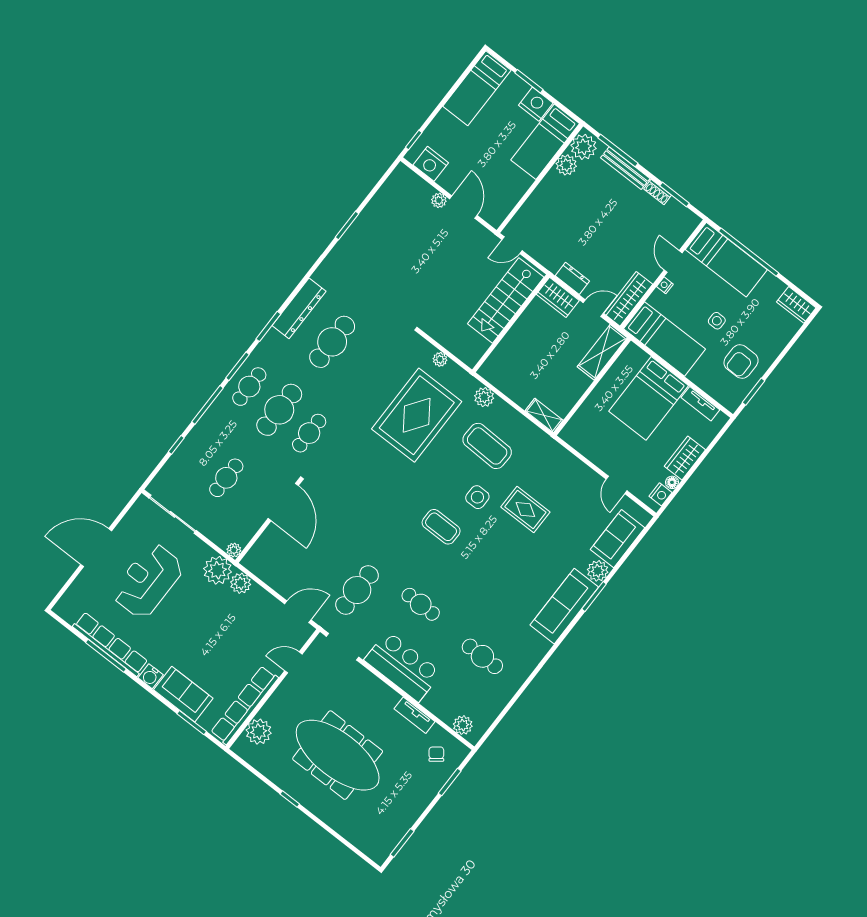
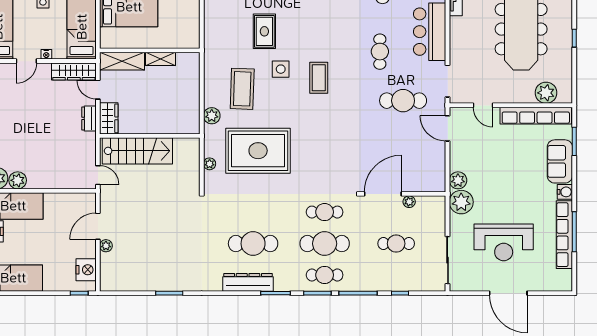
shelving: (544, 415) -> (161, 59), moved, turned 90
plant: (234, 550) -> (409, 202), moved

